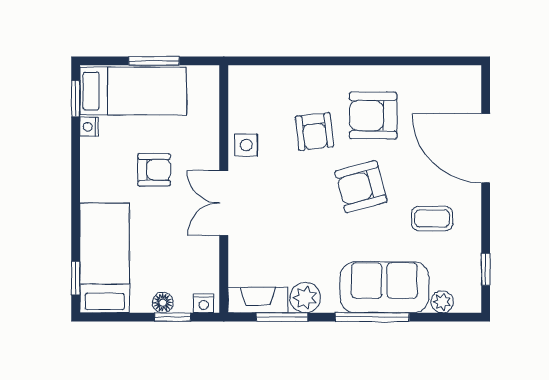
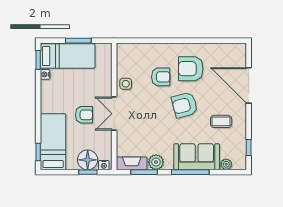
armchair: (314, 132) -> (161, 77), turned -84
armchair: (154, 170) -> (84, 115), moved
floor lamp: (163, 302) -> (88, 160), width x1.89, depth x1.89

